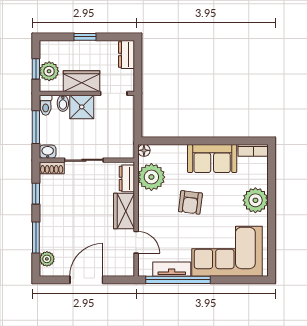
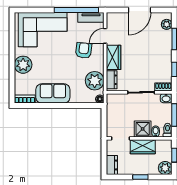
plant: (49, 71) -> (165, 168), moved
armchair: (190, 202) -> (84, 50), moved
door: (136, 242) -> (105, 36), hinge flipped
tv unit: (172, 269) -> (91, 17), moved

